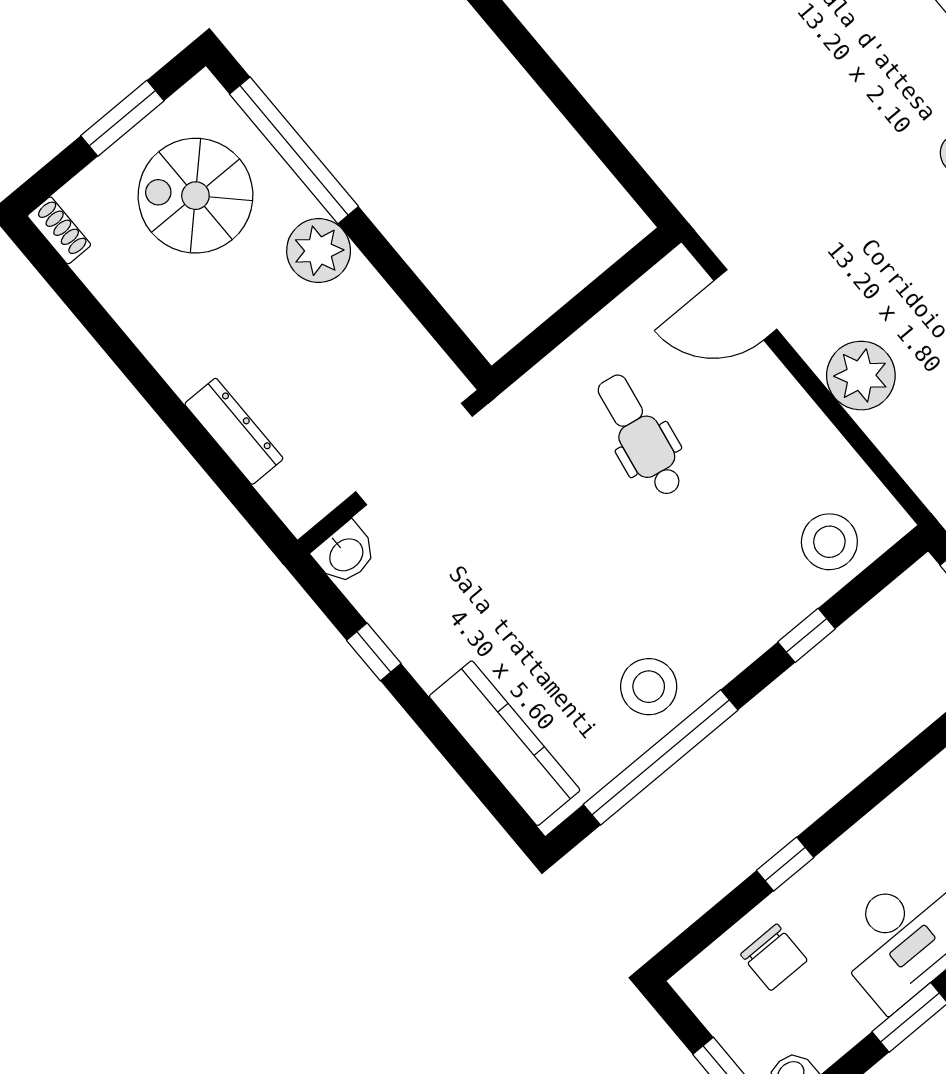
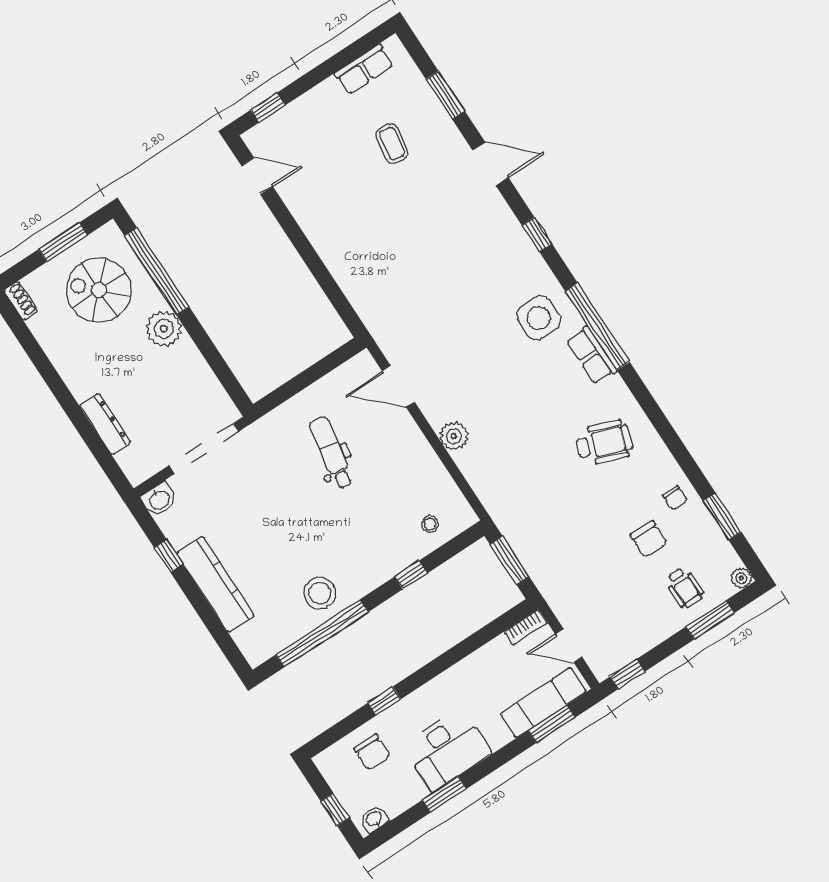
plant: (861, 376) -> (454, 436), width x0.73, depth x0.73
stool: (829, 542) -> (430, 524), width x0.53, depth x0.53
kitchen counter: (505, 743) -> (215, 584), moved

